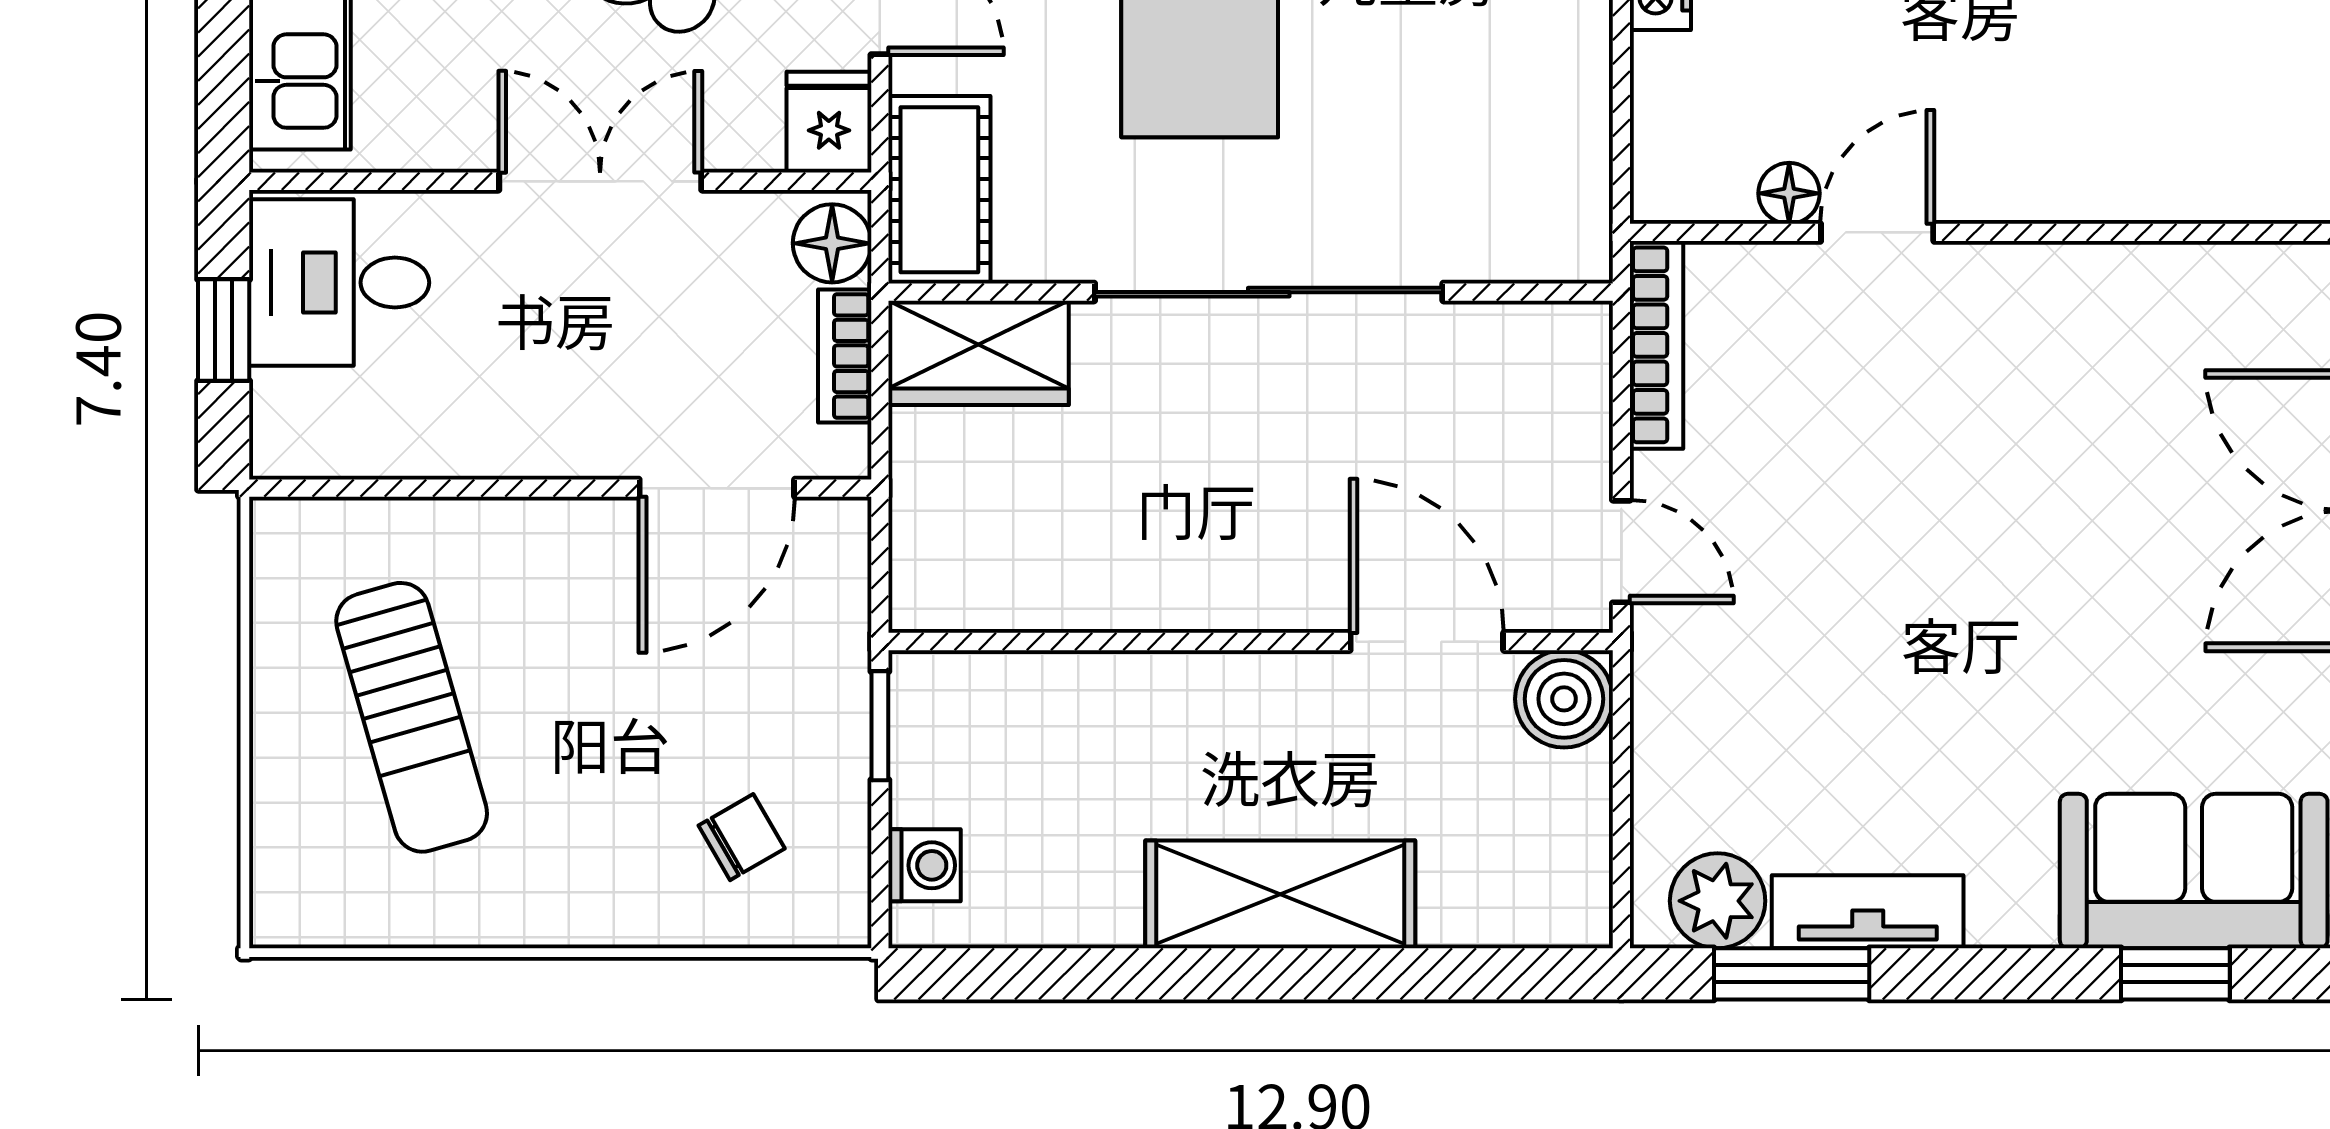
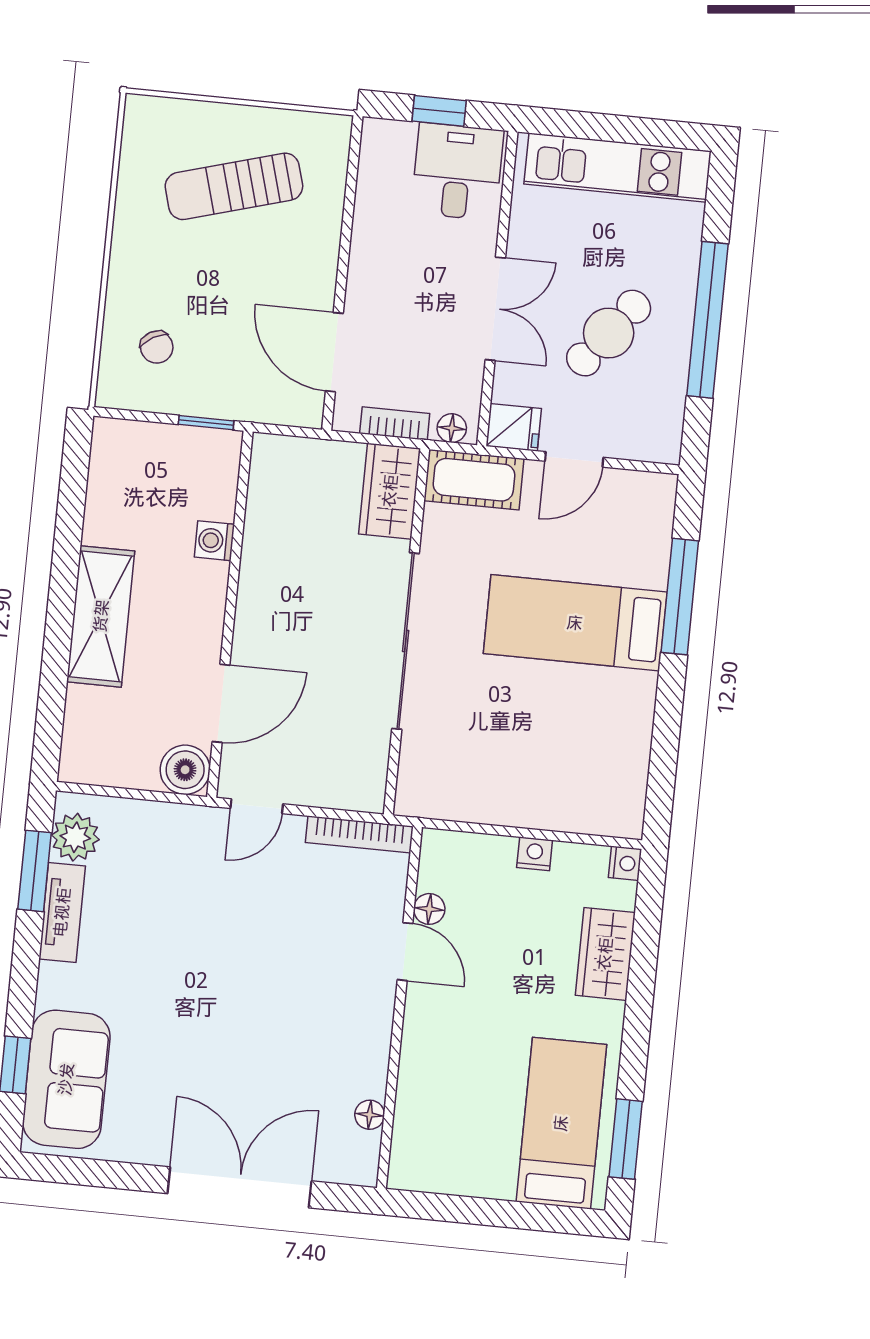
floor lamp: (832, 243) -> (452, 428), width x0.73, depth x0.73
floor lamp: (2204, 270) -> (370, 1115), added
washing machine: (925, 865) -> (214, 541), moved, turned 90

